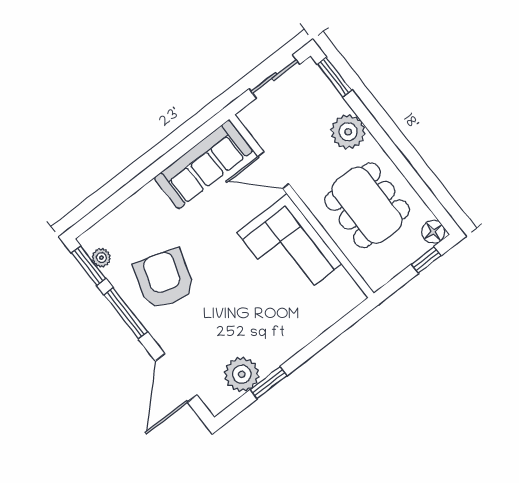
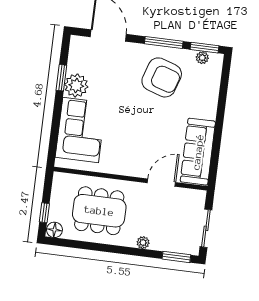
plant: (348, 132) -> (143, 243), width x0.53, depth x0.53
corner sofa: (289, 248) -> (81, 130), moved, turned 90
plant: (242, 374) -> (76, 86), moved

